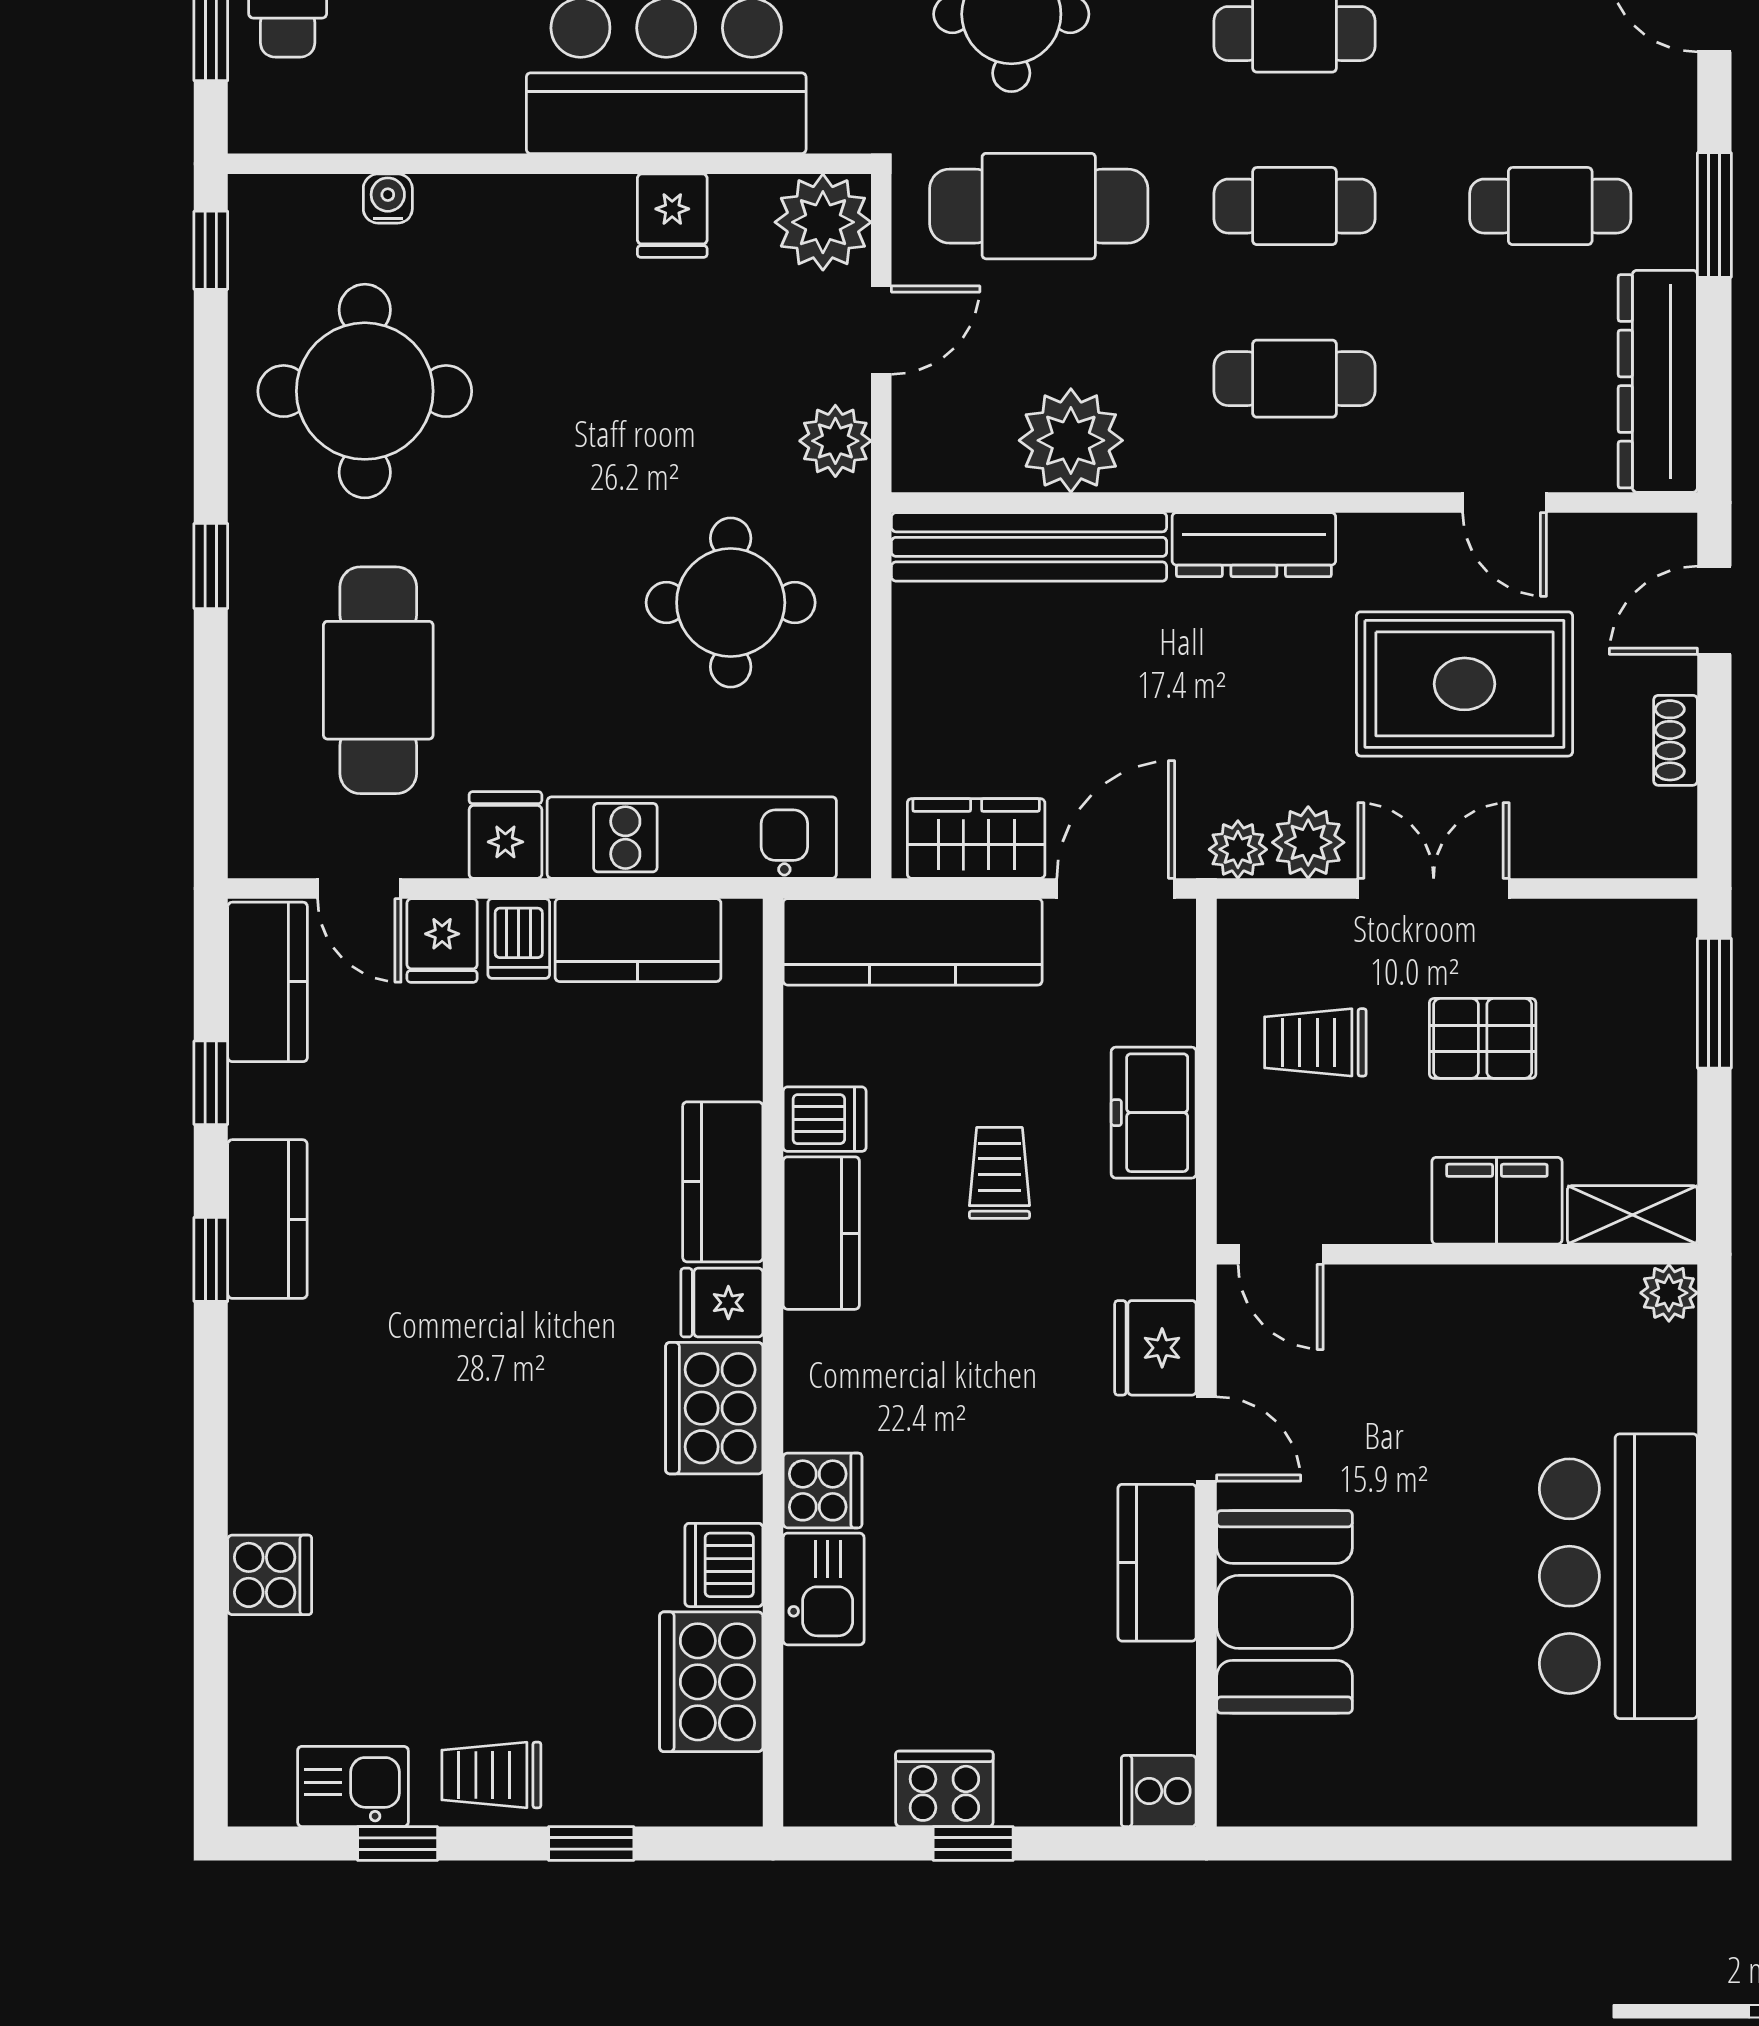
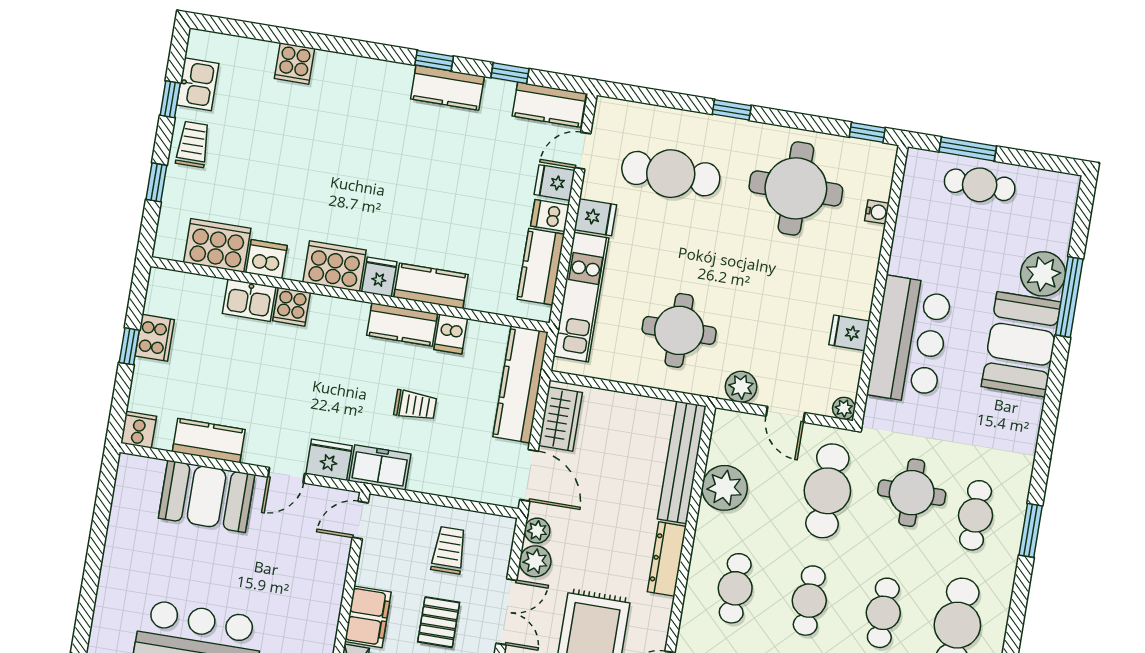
plant: (823, 222) -> (844, 408), width x0.53, depth x0.53
freezer: (1154, 1113) -> (380, 467), moved
kitchen counter: (1157, 1563) -> (209, 441), moved

